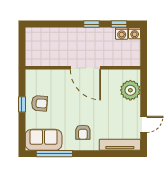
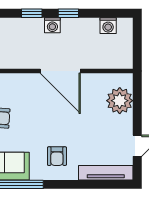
window: (119, 24) -> (32, 13), moved
washing machine: (135, 33) -> (52, 25), moved

